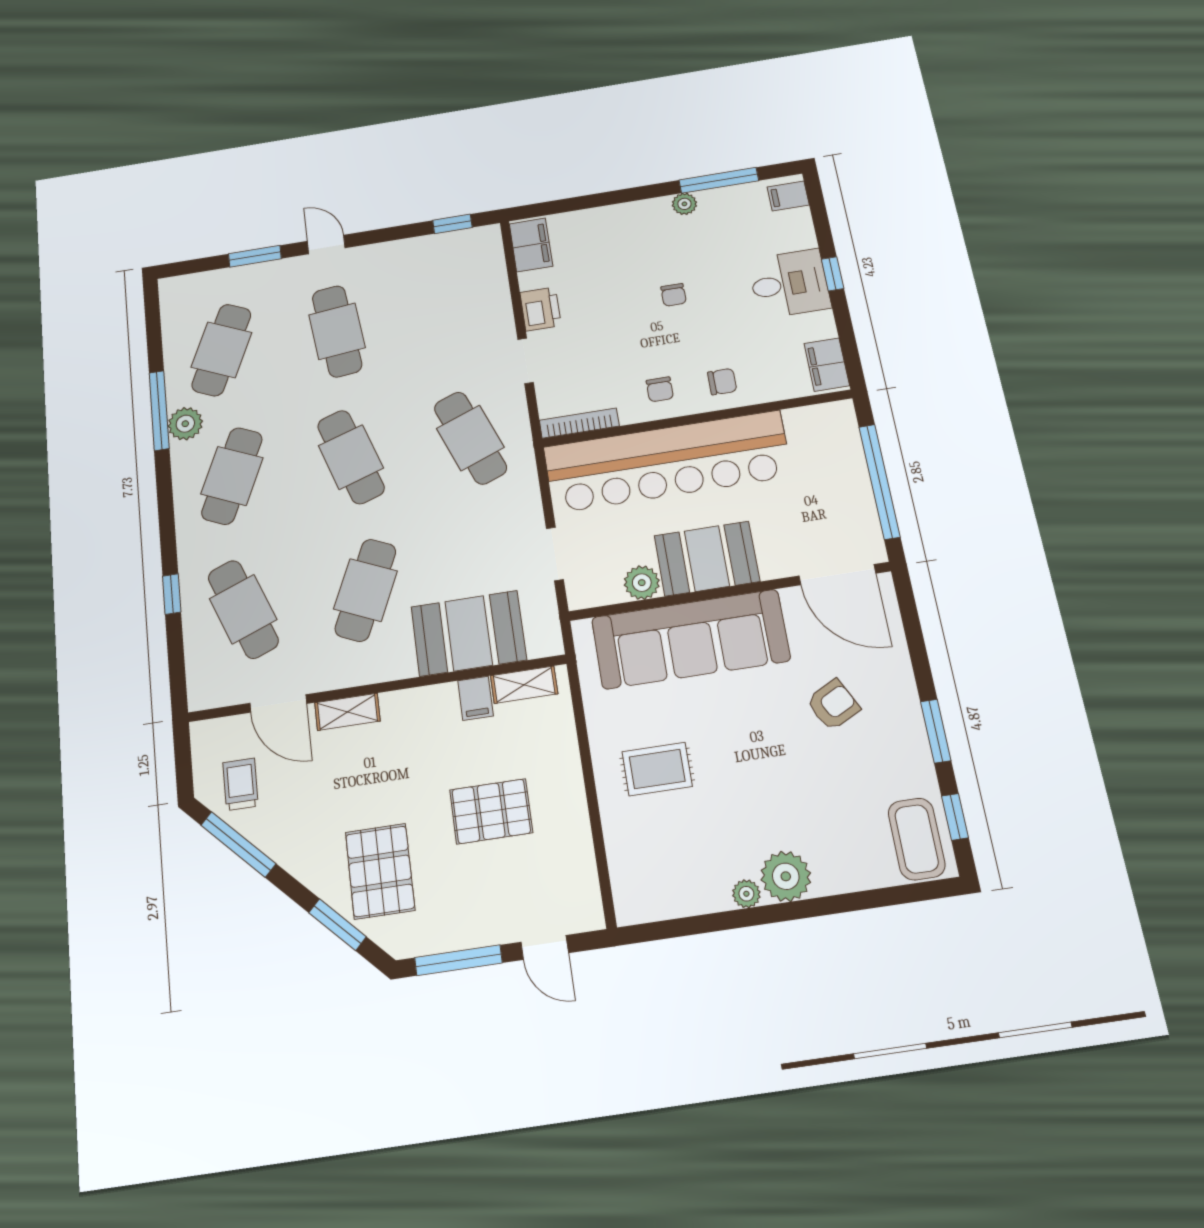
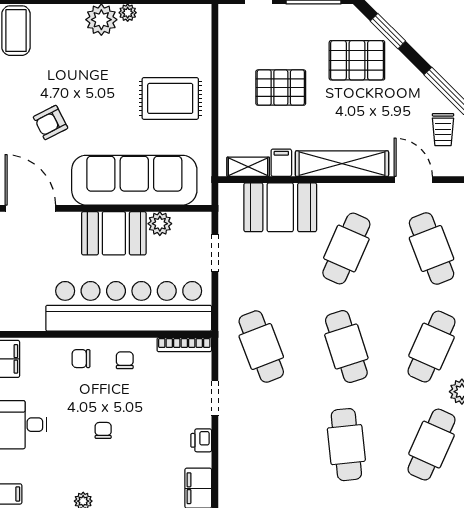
printer: (540, 309) -> (201, 440), width x0.73, depth x0.81
shelving: (347, 712) -> (342, 164), width x2.20, depth x1.33
rug: (657, 769) -> (170, 98), width x1.36, depth x1.43
pallet: (380, 871) -> (357, 60), turned 90

